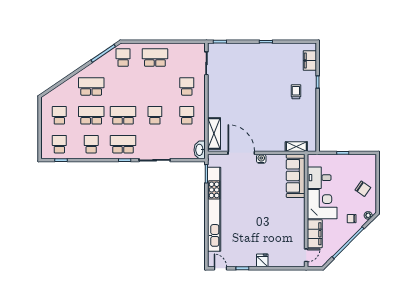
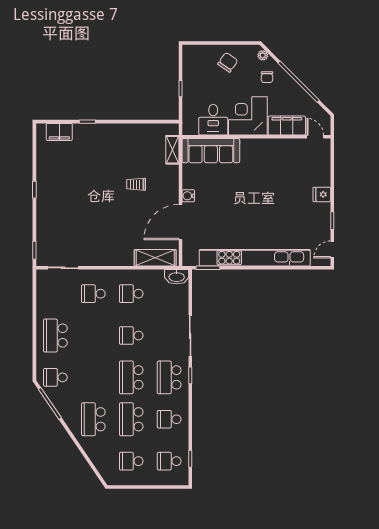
trolley: (296, 92) -> (136, 184), moved

